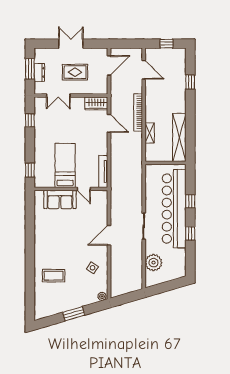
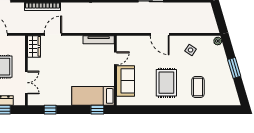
bed: (65, 165) -> (93, 96), moved
rug: (58, 242) -> (166, 83), added

